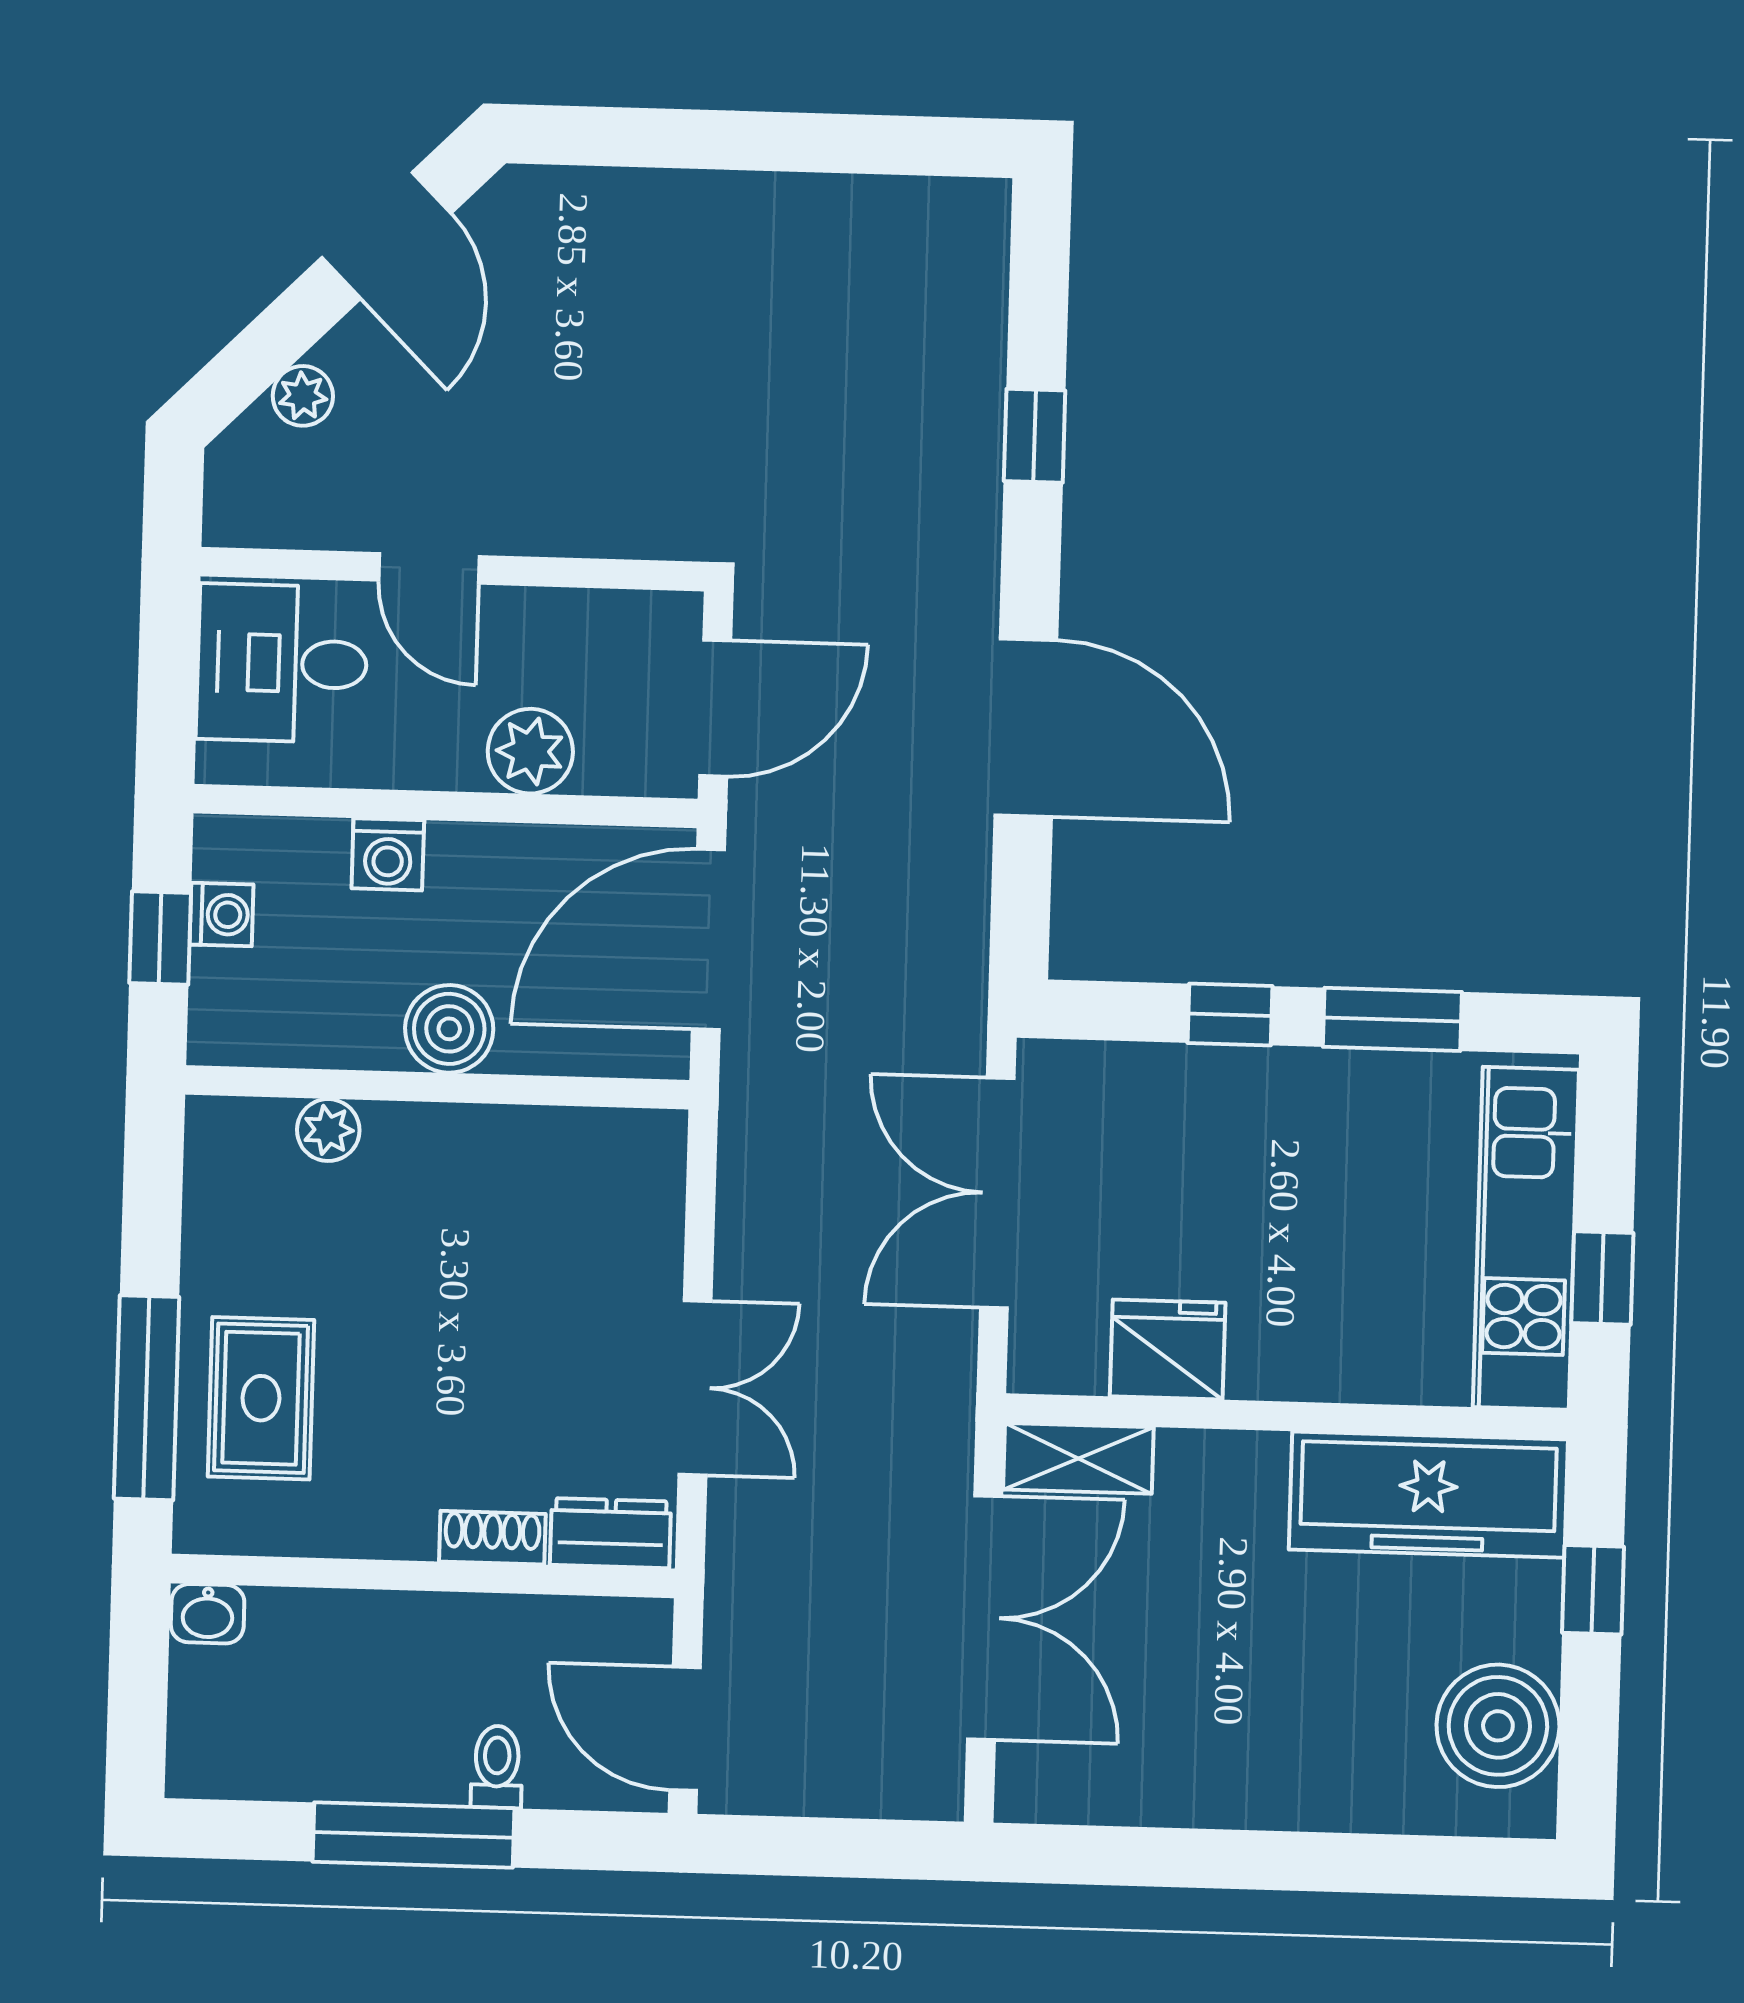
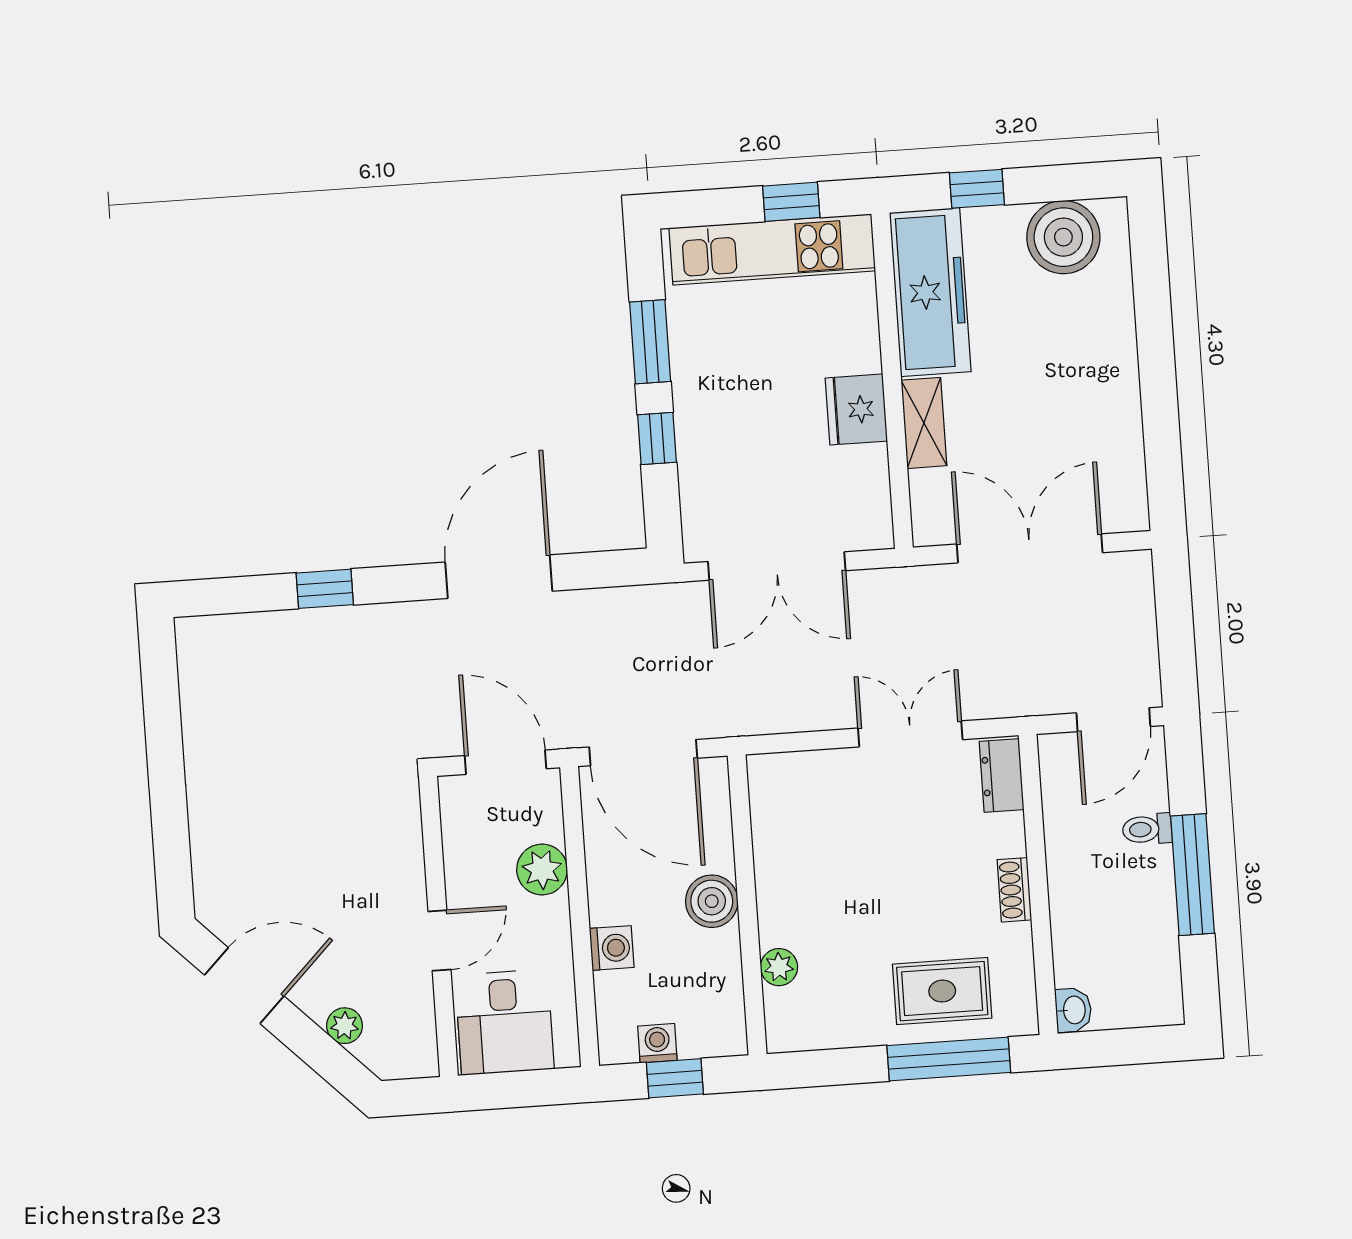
fridge: (1168, 1349) -> (856, 410), moved
shelving: (1078, 1458) -> (924, 423), moved
shoe rack: (492, 1538) -> (1014, 890), moved

